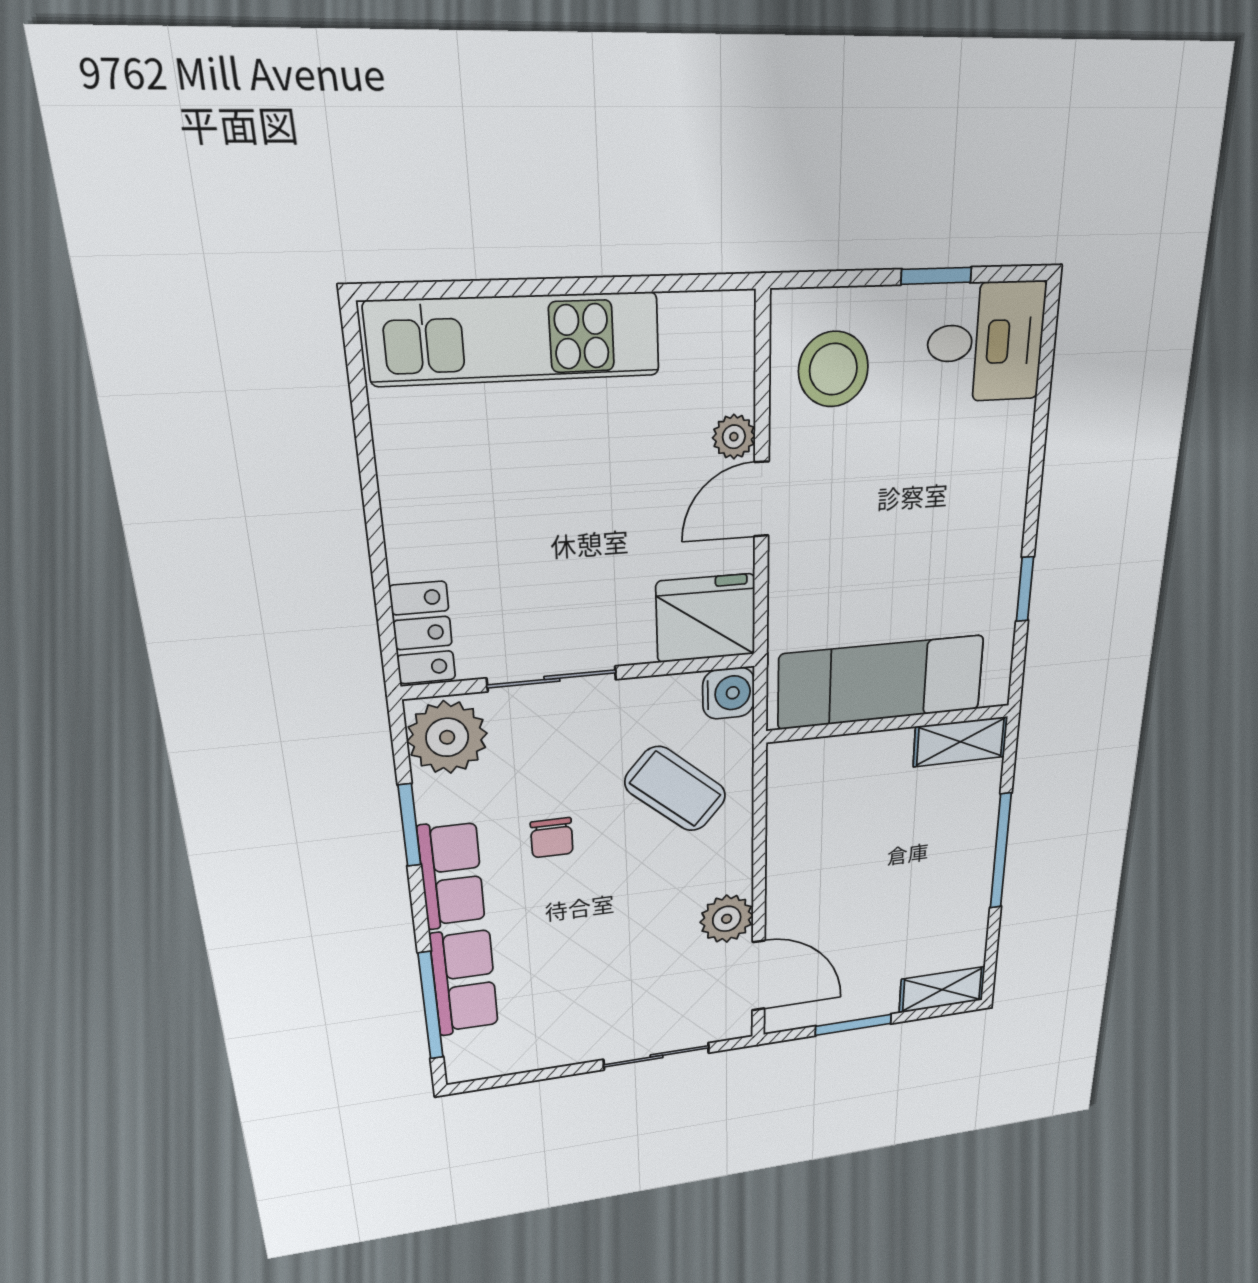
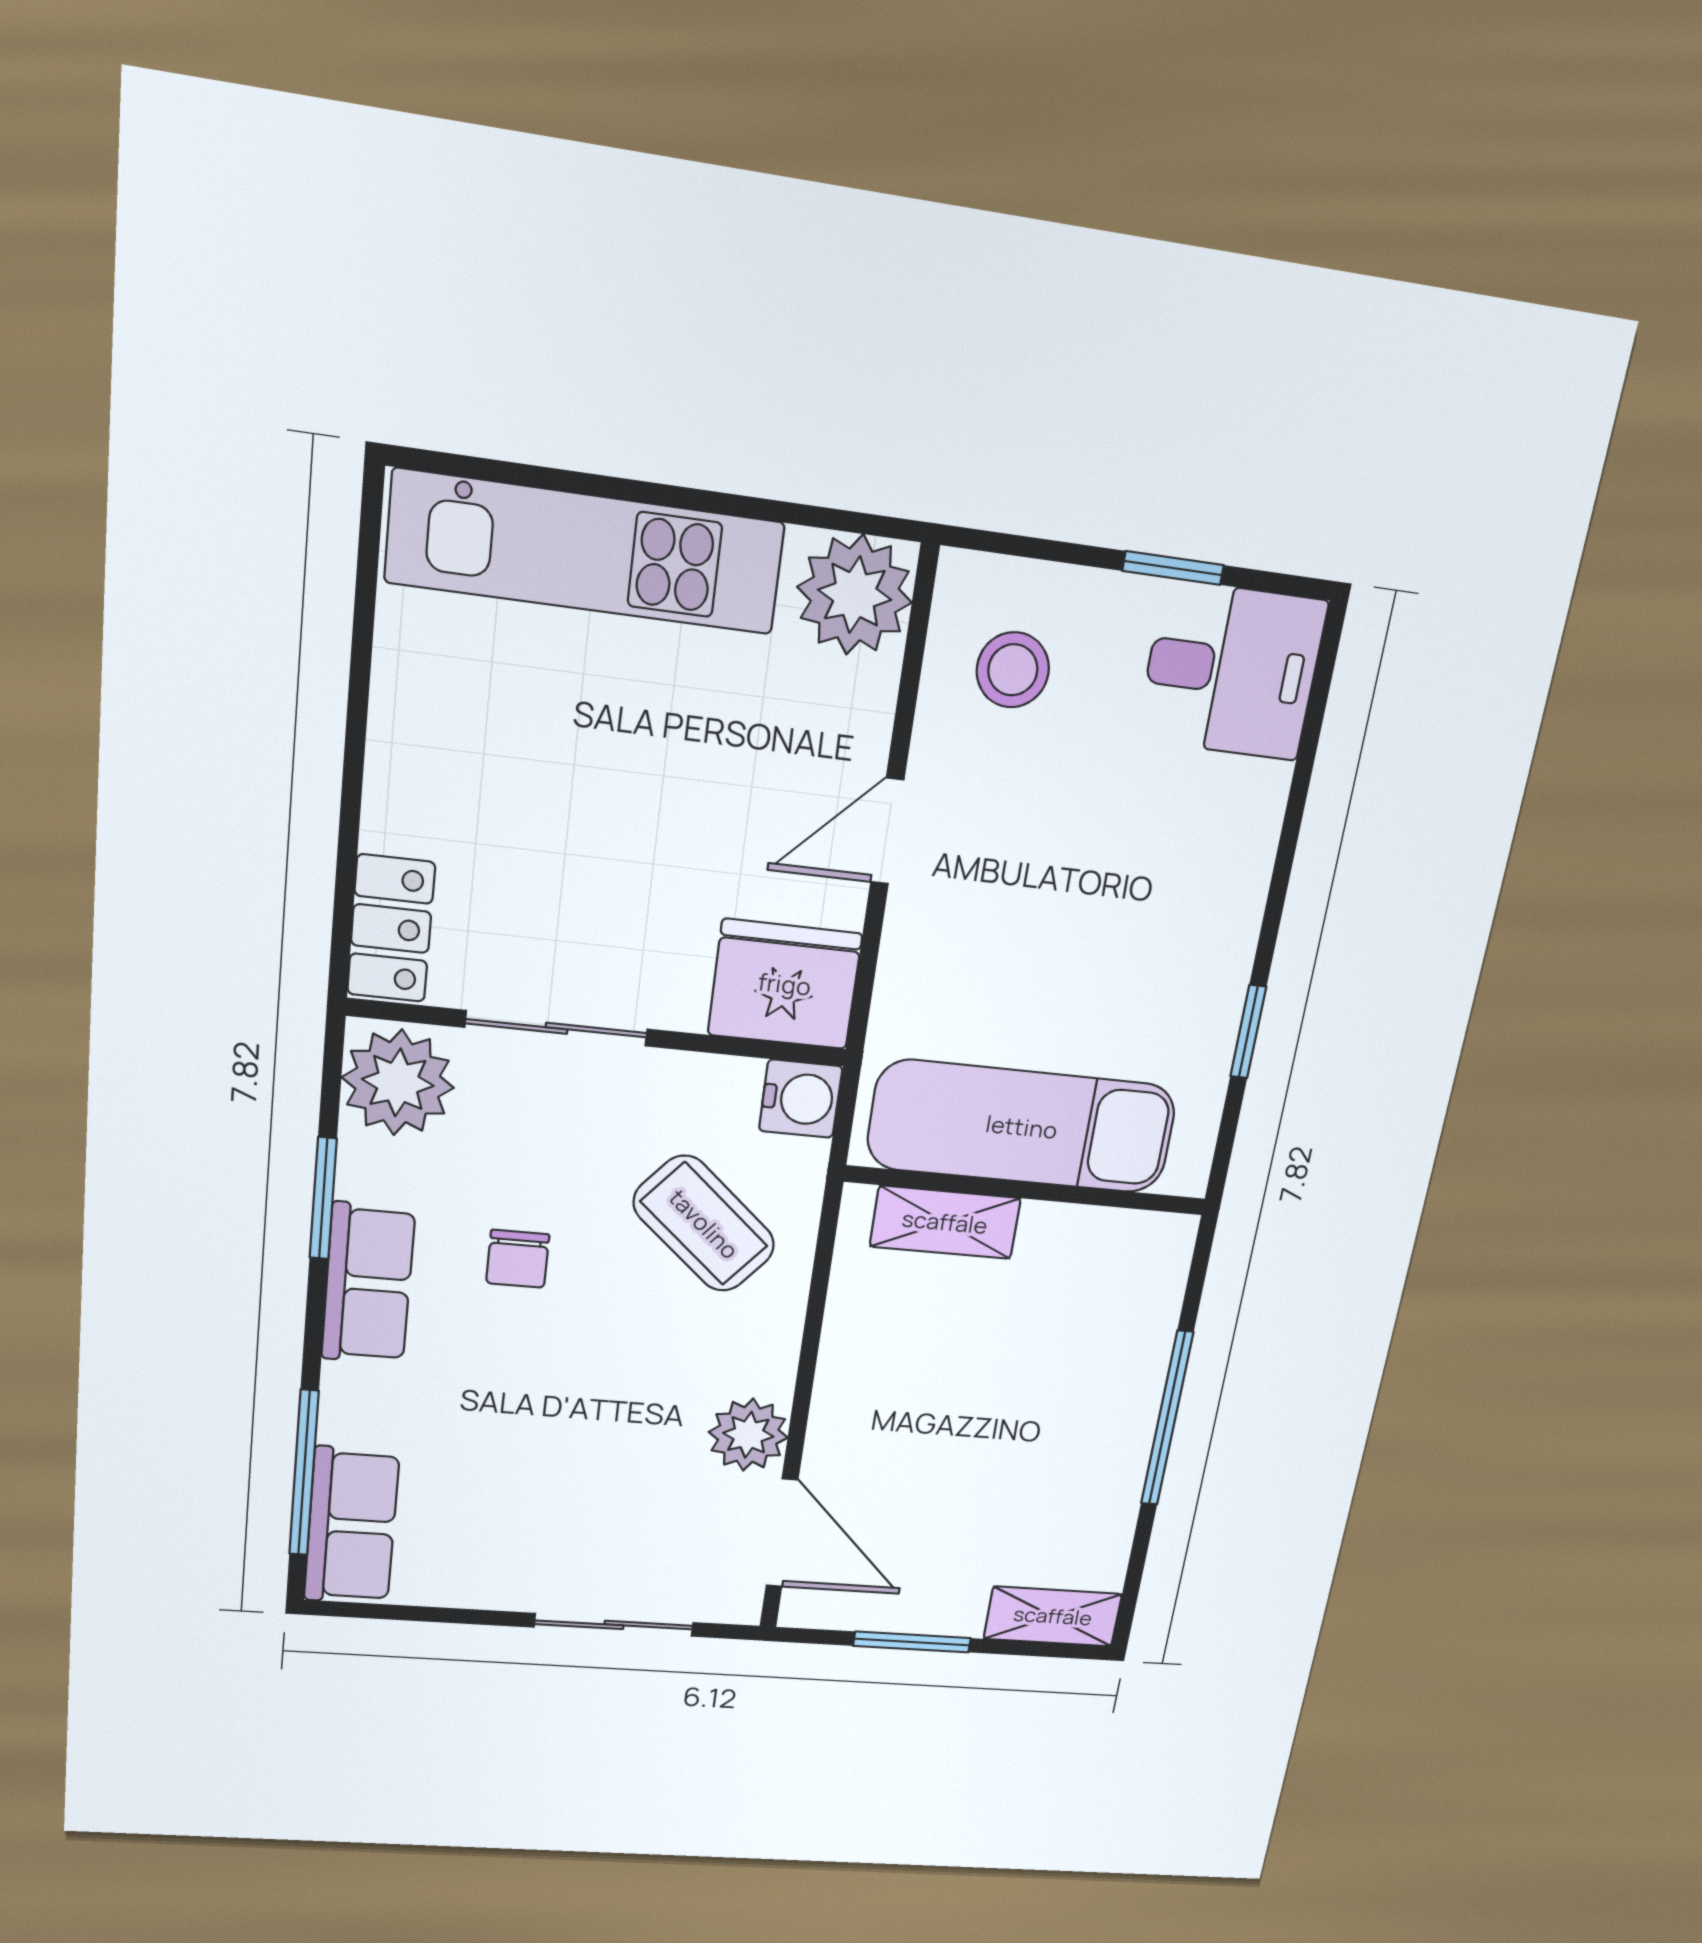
stool: (833, 369) -> (1013, 670), width x0.73, depth x0.73
plant: (734, 437) -> (855, 595), moved, width x1.88, depth x1.88
shelving: (960, 742) -> (945, 1222), moved
row of seats: (464, 981) -> (352, 1526), moved

